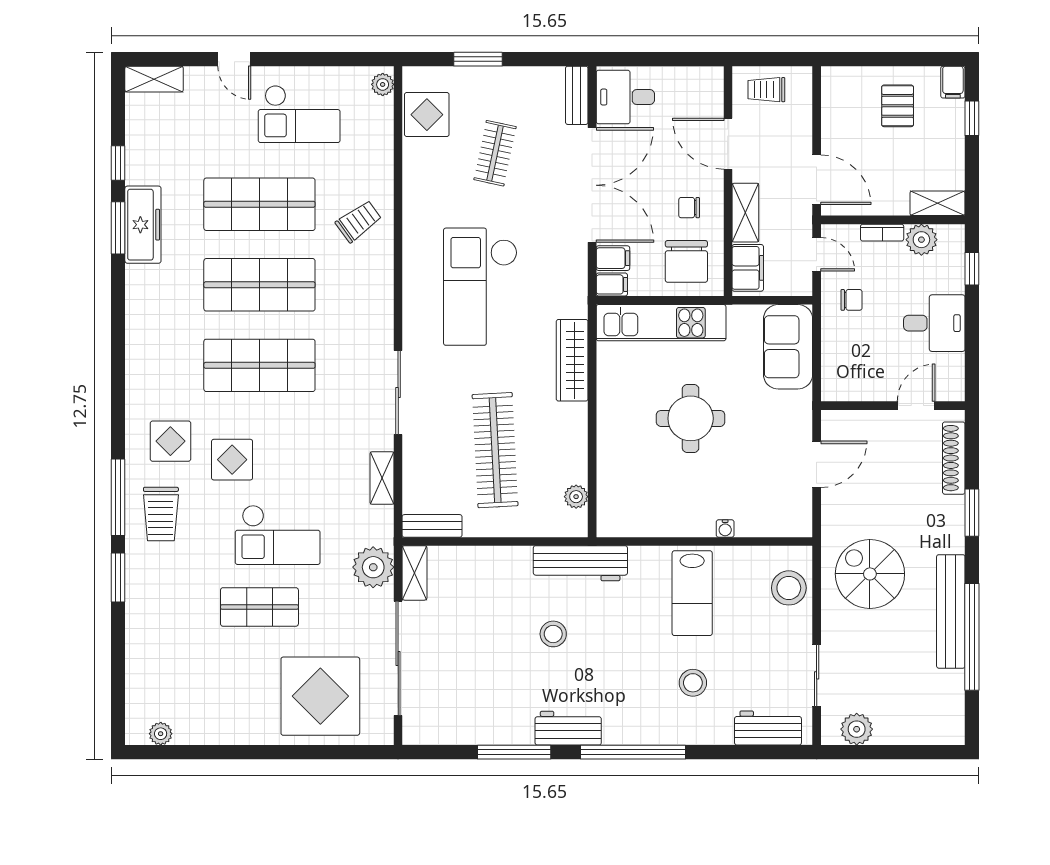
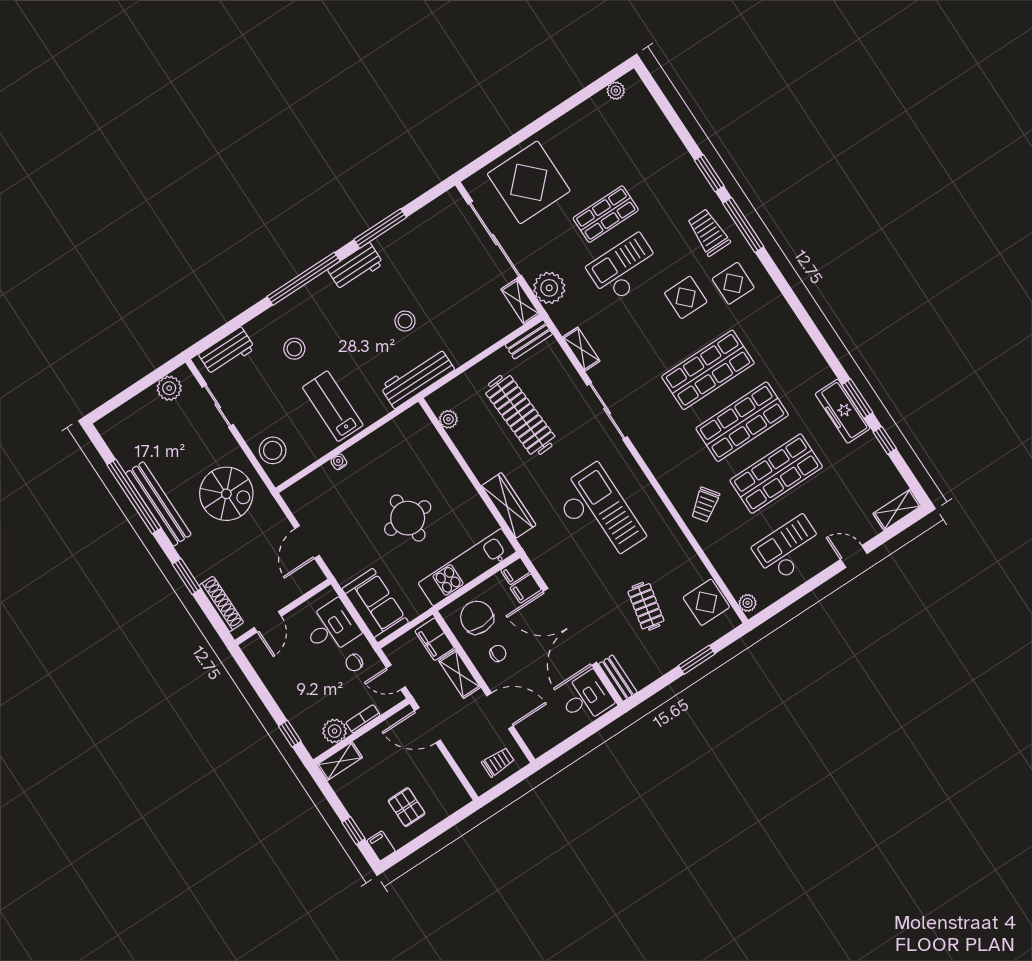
desk: (934, 323) -> (331, 628), moved, turned 180

